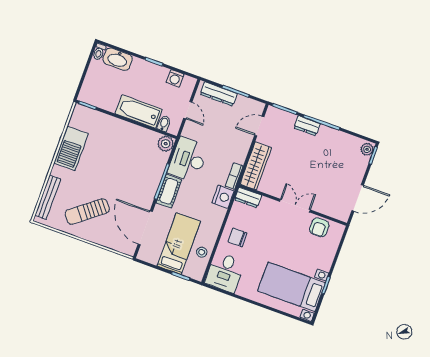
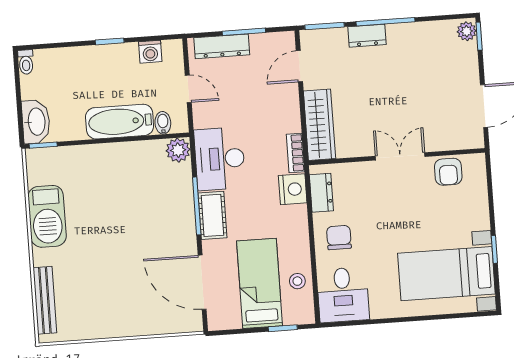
washbasin: (118, 59) -> (36, 122), moved, turned -90
dresser: (248, 198) -> (321, 193), moved, turned -90
sun lounger: (87, 212) -> (110, 296), removed
chair: (238, 237) -> (339, 238), turned 90

